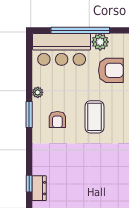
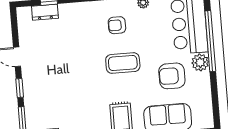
armchair: (111, 70) -> (172, 76), turned 90

